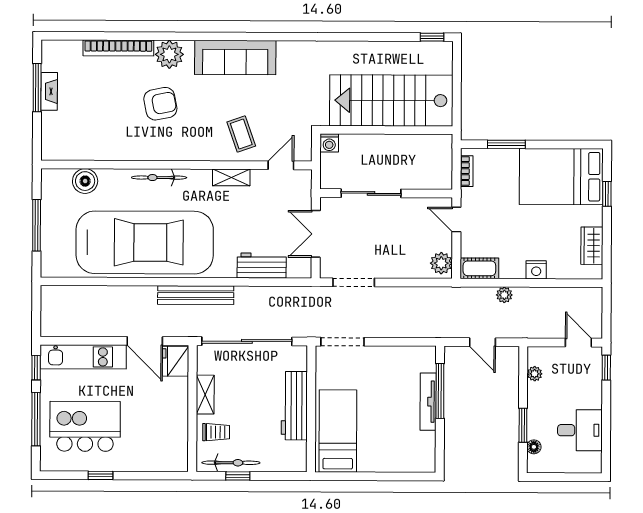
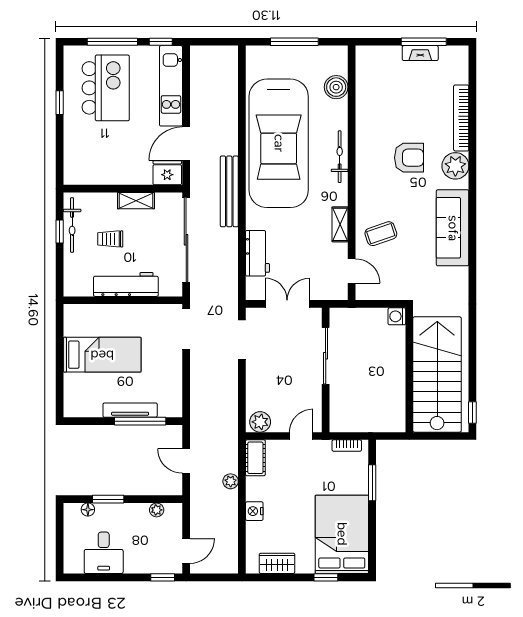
stairs: (391, 100) -> (437, 374), moved
armchair: (160, 104) -> (409, 158), turned -79
wall: (386, 130) -> (409, 370), moved
washing machine: (329, 143) -> (397, 316), moved
door: (482, 342) -> (186, 461), hinge flipped
bed: (338, 431) -> (102, 355), moved
trolley: (216, 432) -> (110, 239), moved, turned 90

